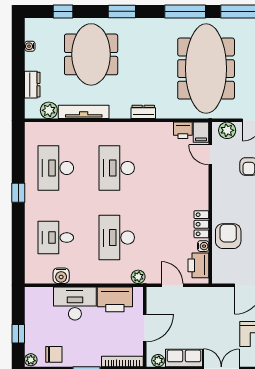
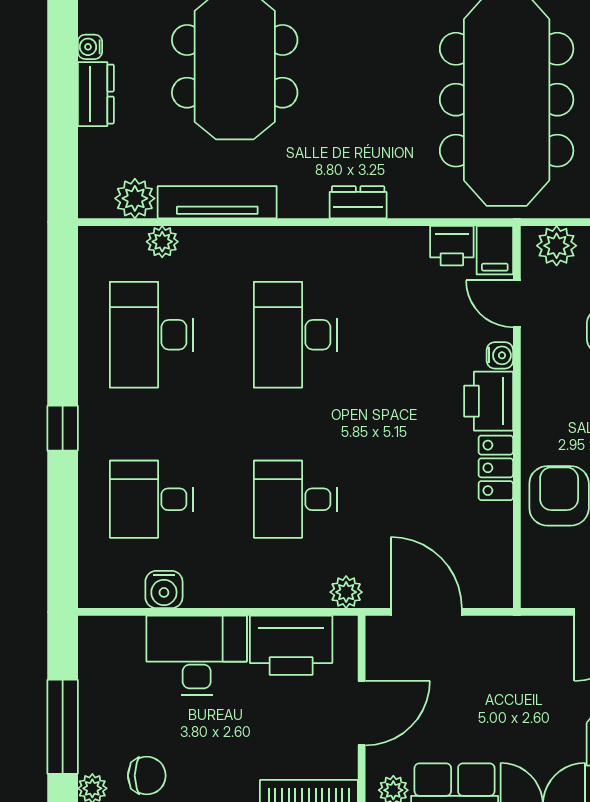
dresser: (32, 85) -> (96, 94), moved
plant: (60, 129) -> (162, 242), added
window: (18, 193) -> (63, 428), moved
desk: (117, 238) -> (295, 499), width x0.73
water cooler: (203, 246) -> (500, 355), moved
printer: (198, 265) -> (489, 401), moved
door: (172, 285) -> (426, 612), width x1.37
window: (18, 334) -> (63, 727), width x2.17

